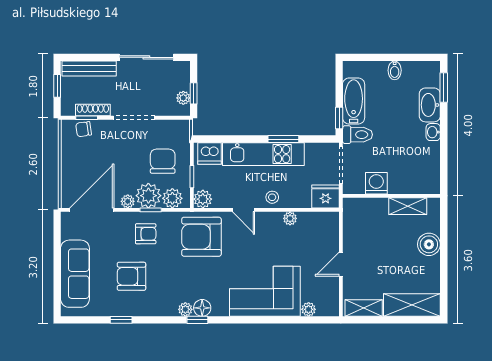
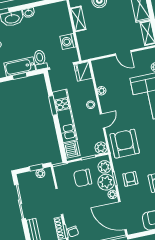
window: (339, 118) -> (20, 76), moved
armchair: (201, 237) -> (125, 144), turned 180

